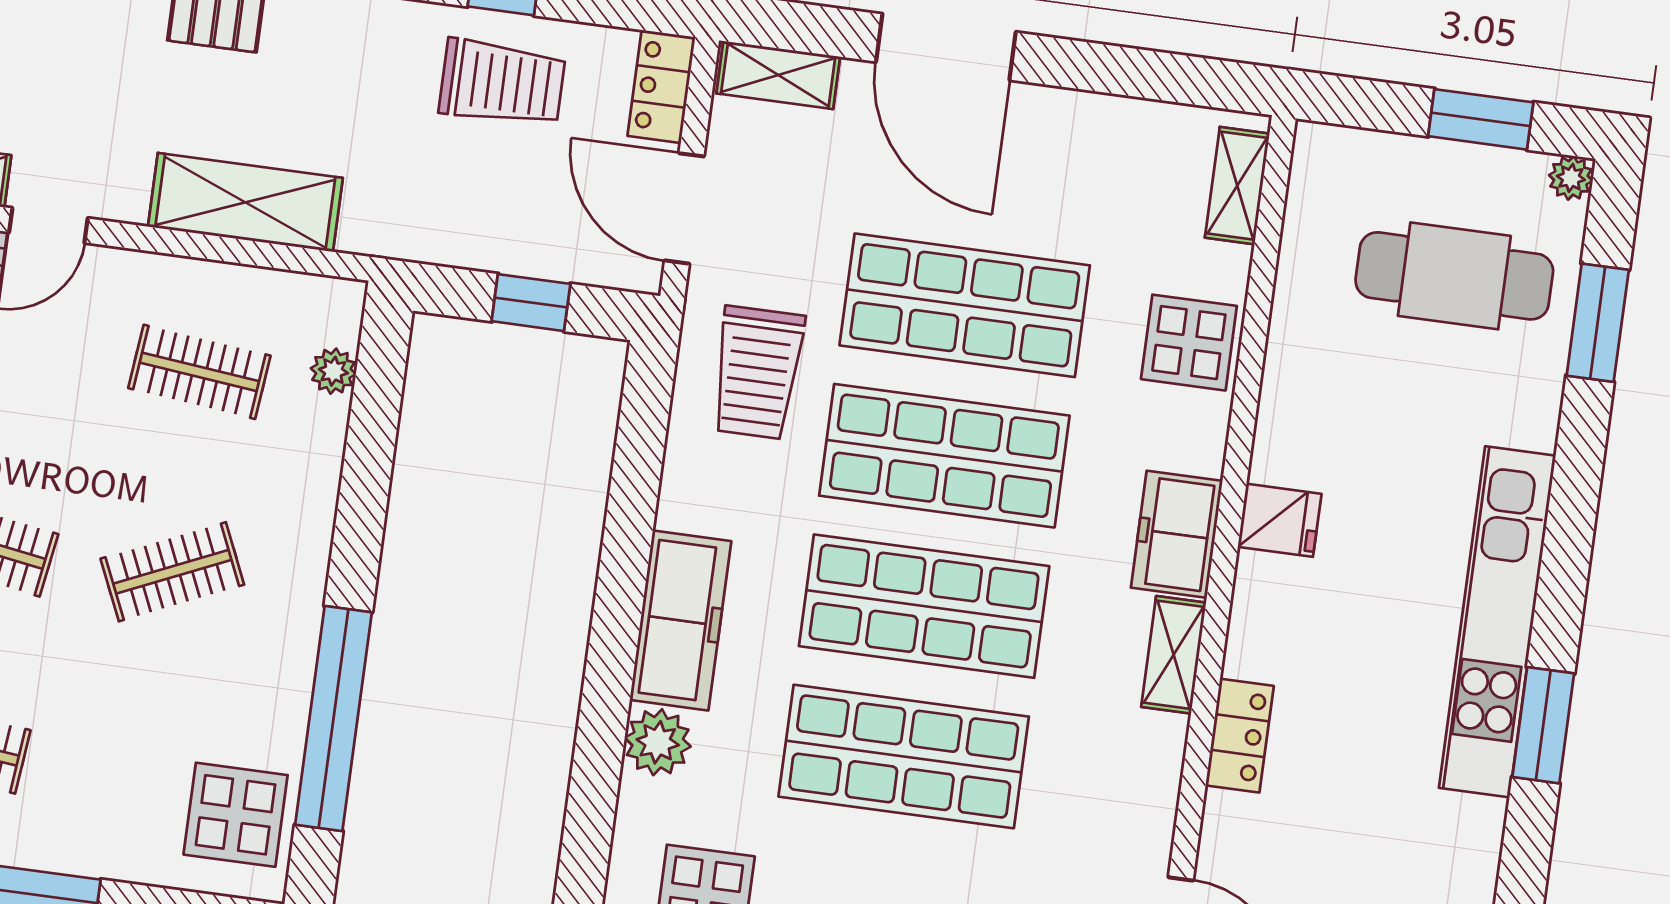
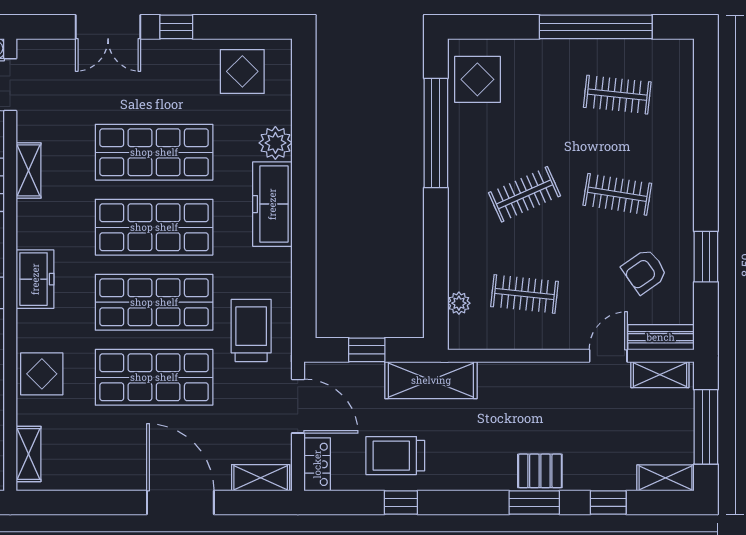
shelving: (245, 202) -> (431, 380), moved
shelving: (1174, 655) -> (29, 170), moved

